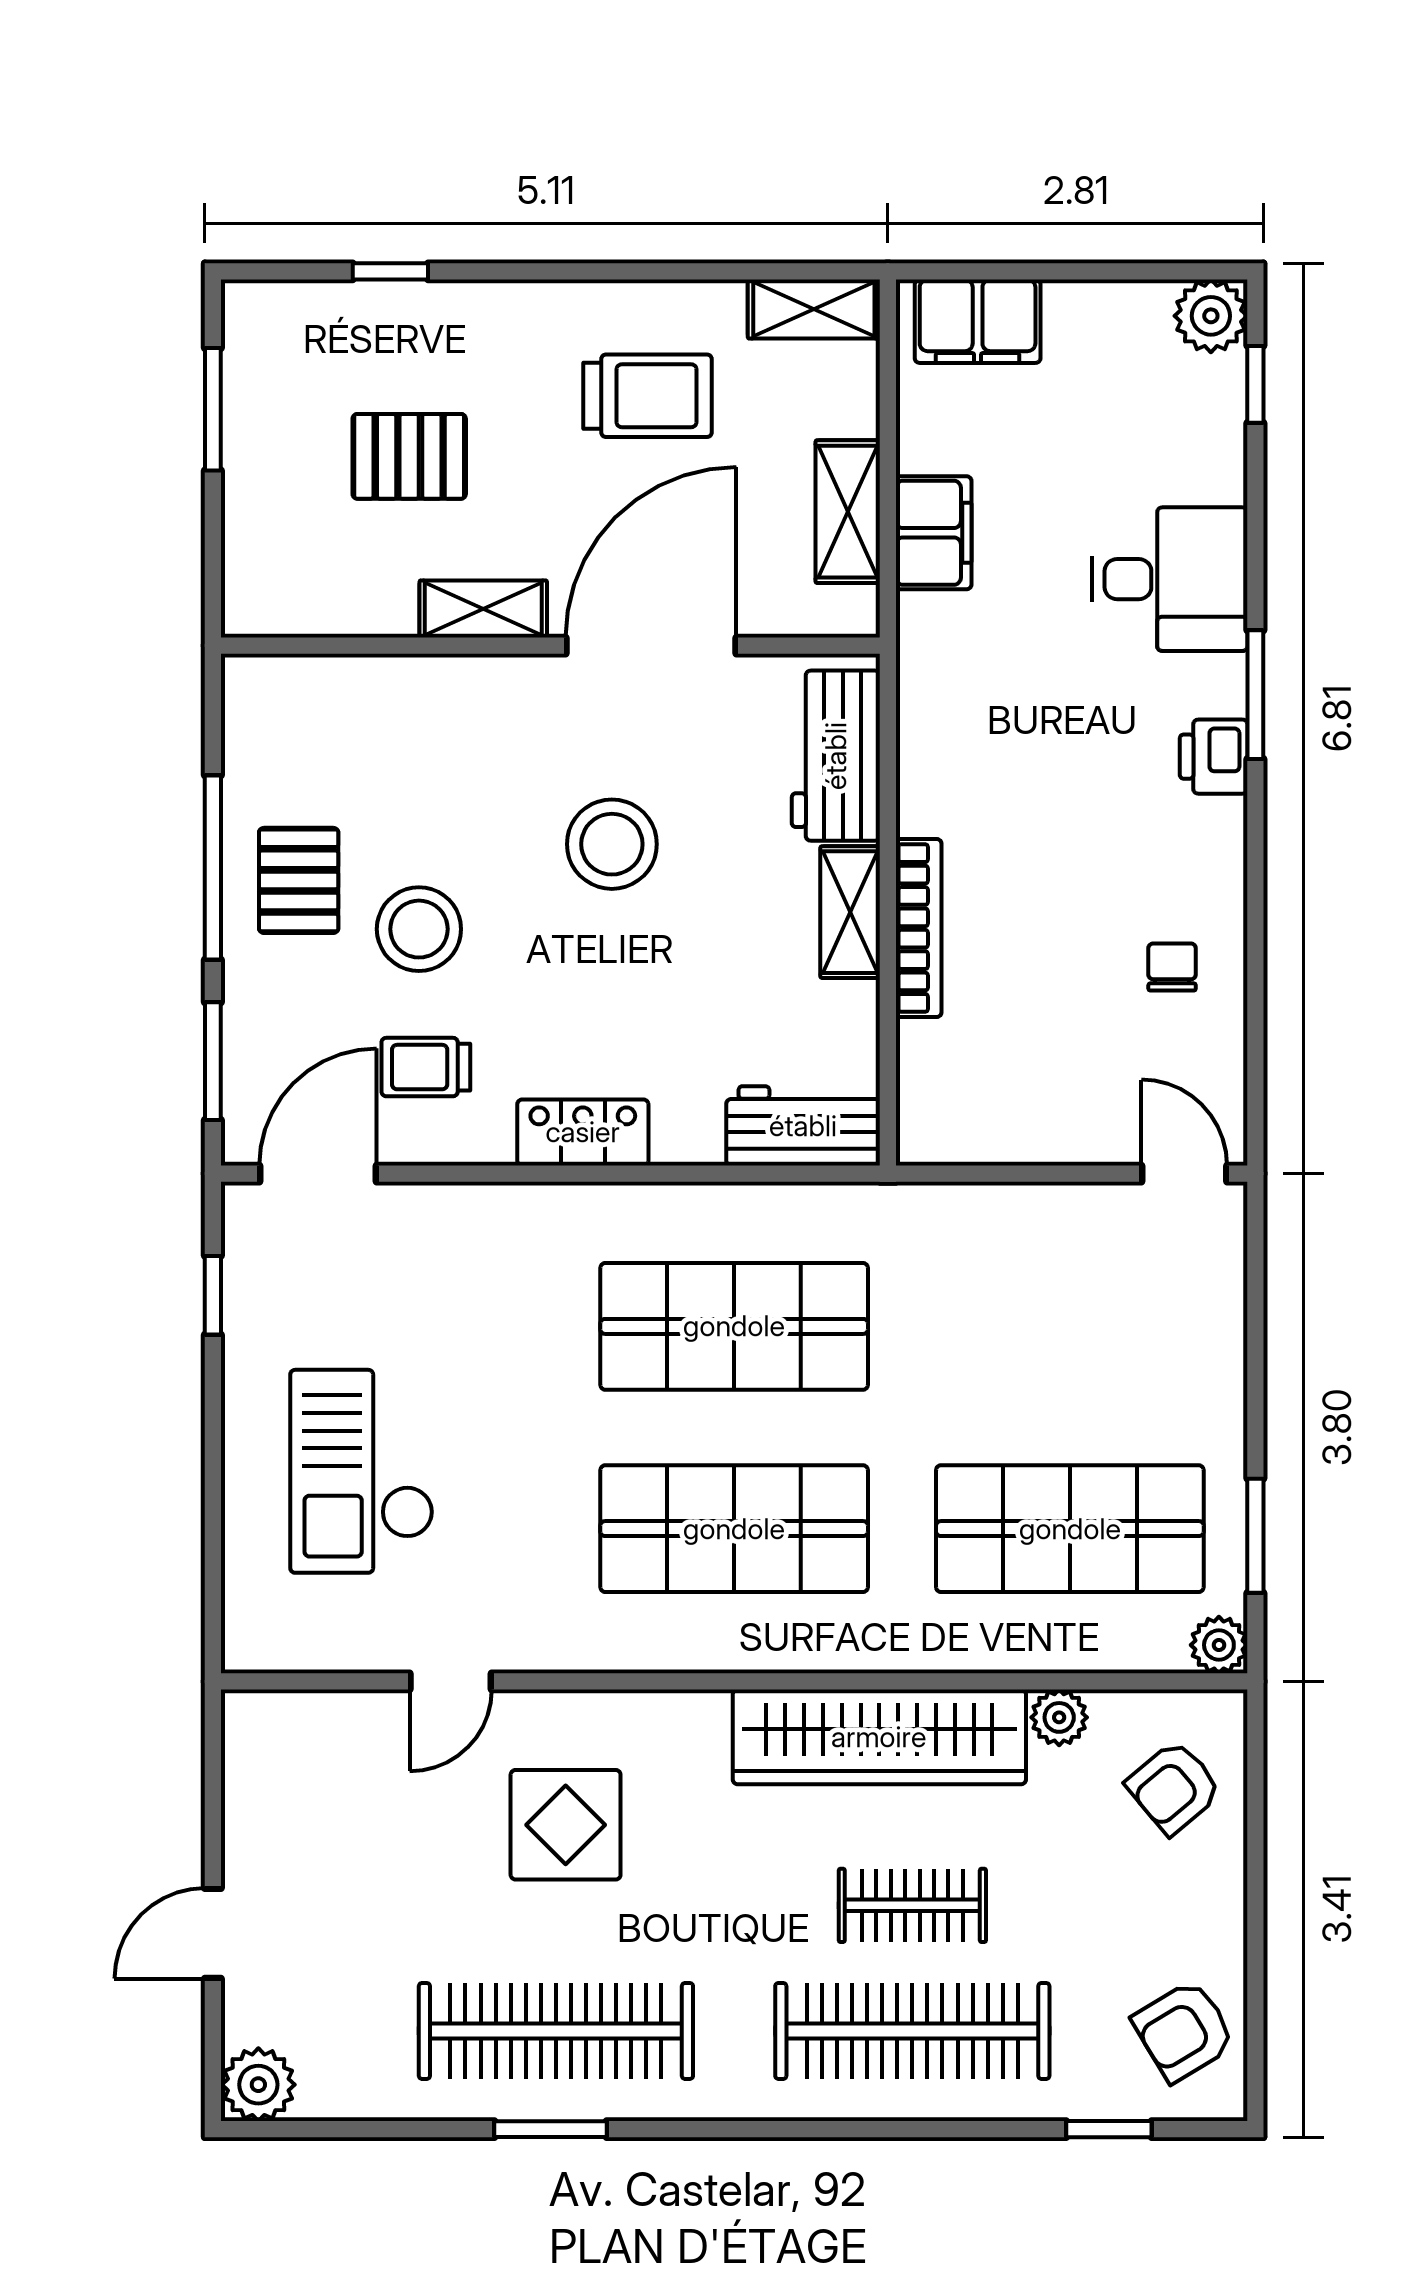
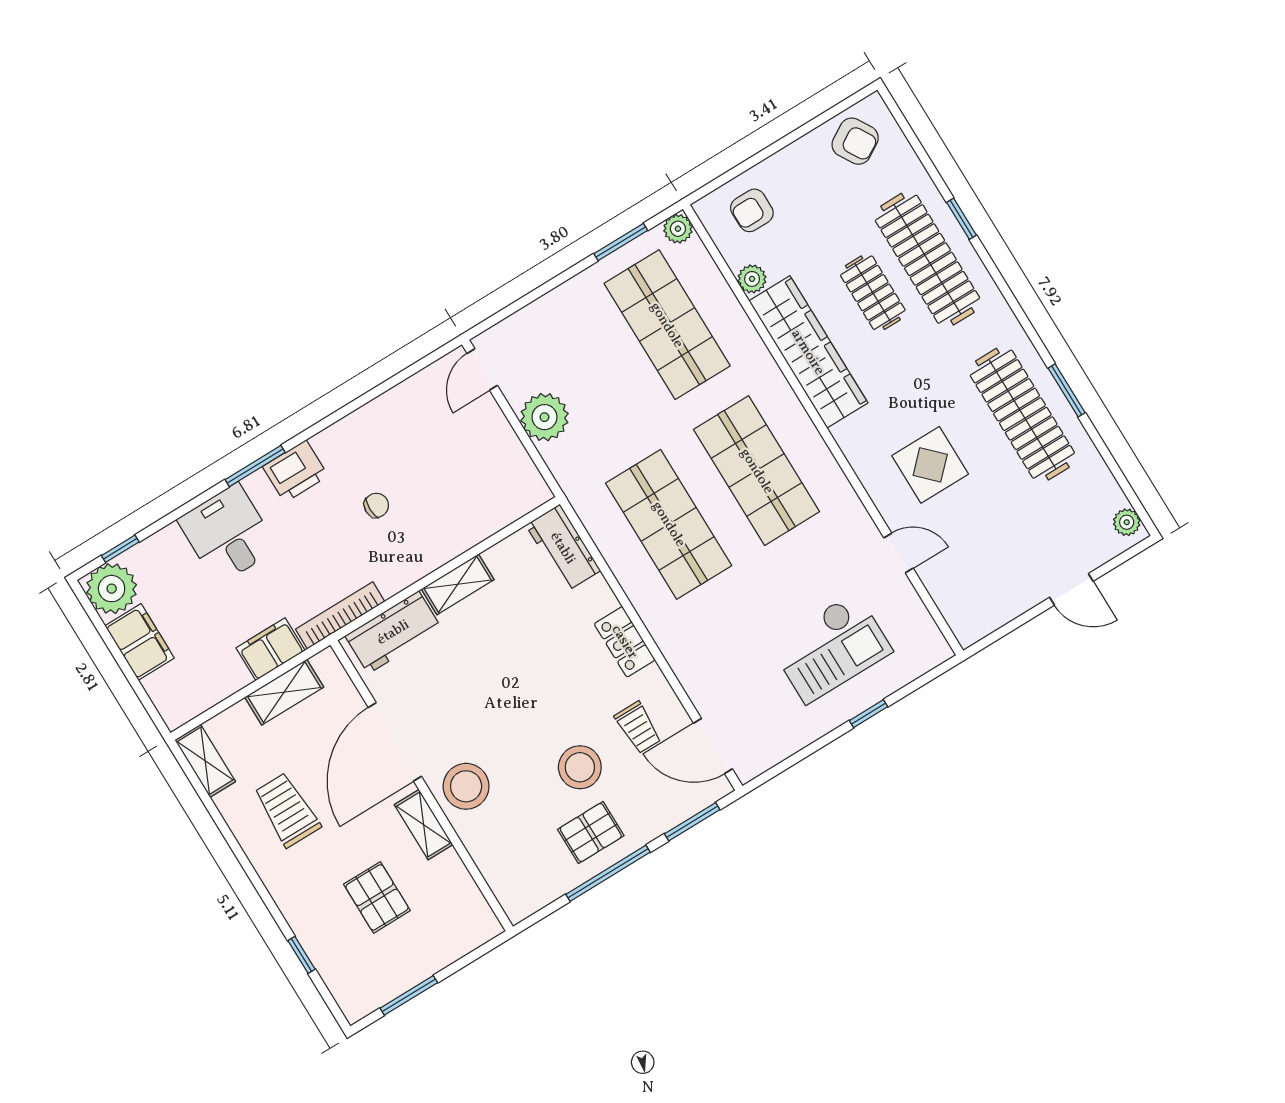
plant: (1211, 316) -> (112, 589), width x1.36, depth x1.36
filing cabinet: (978, 321) -> (140, 642), moved
door: (651, 646) -> (395, 742), hinge flipped
printer: (1214, 757) -> (295, 471), width x1.36, depth x1.24
stool: (612, 844) -> (466, 786), moved
bookcase: (919, 928) -> (340, 615), moved
chair: (1172, 967) -> (376, 505), moved, turned 180
plant: (1041, 1229) -> (544, 417), added
window: (213, 1295) -> (868, 714), moved
armchair: (1174, 1787) -> (752, 210), turned 130
plant: (258, 2085) -> (1127, 522), width x0.73, depth x0.73
window: (1109, 2129) -> (961, 219), moved

